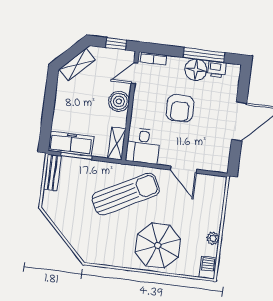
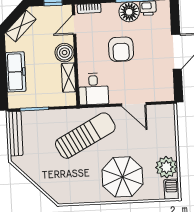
freezer: (71, 144) -> (16, 72), moved, turned 90
shelving: (117, 144) -> (69, 78), moved
bench: (52, 173) -> (16, 134), width x1.36
plant: (213, 238) -> (166, 167), width x1.87, depth x1.87

